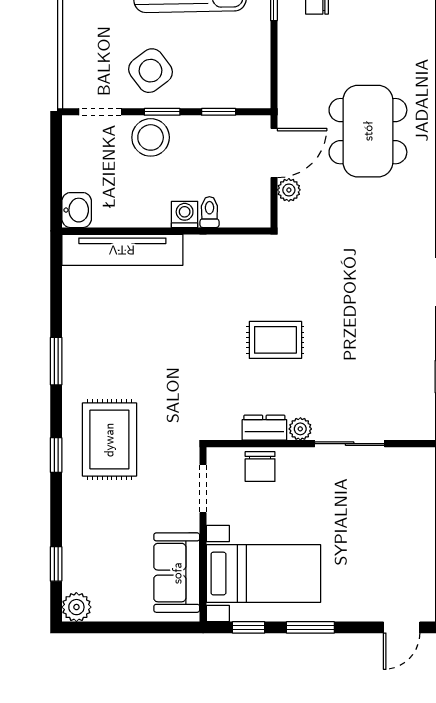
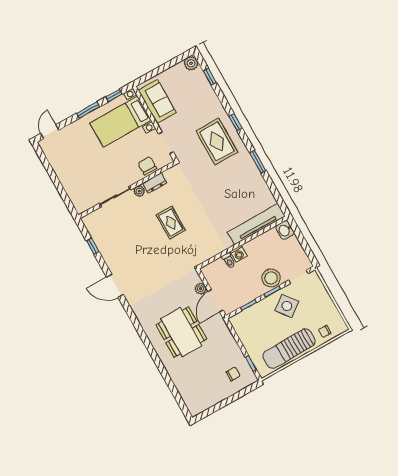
rug: (275, 340) -> (171, 223), turned 90

